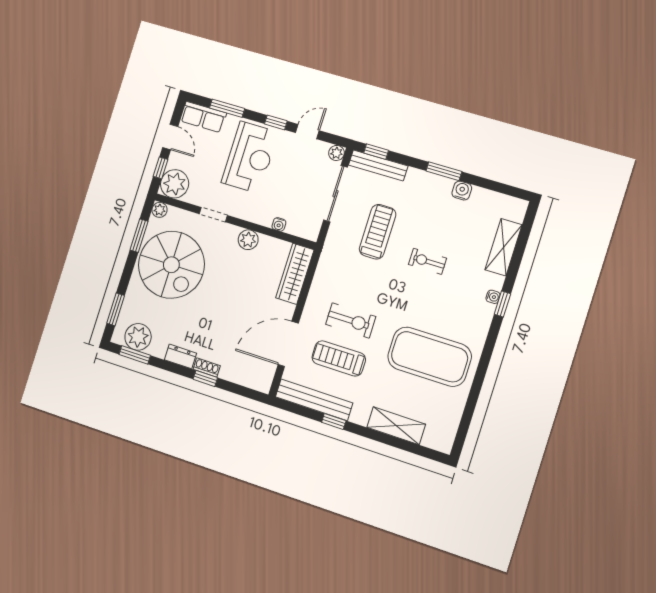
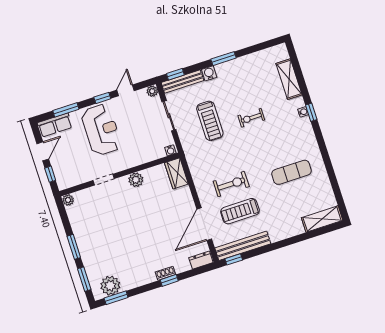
door: (170, 137) -> (43, 151), hinge flipped
plant: (175, 184) -> (66, 178), removed
water cooler: (462, 191) -> (209, 73), moved
sliding door: (336, 194) -> (169, 116), width x0.73
water cooler: (279, 224) -> (170, 150), moved
treadmill: (378, 232) -> (210, 121), turned 180
window: (139, 236) -> (74, 247), moved
spiral stairs: (171, 265) -> (99, 228), removed
wardrobe: (295, 274) -> (176, 173), width x0.67
dresser: (180, 356) -> (201, 260), moved
exercise mat: (429, 357) -> (292, 172), width x0.50, depth x0.69
window: (334, 421) -> (234, 259), moved
shelving: (396, 426) -> (322, 219), moved

